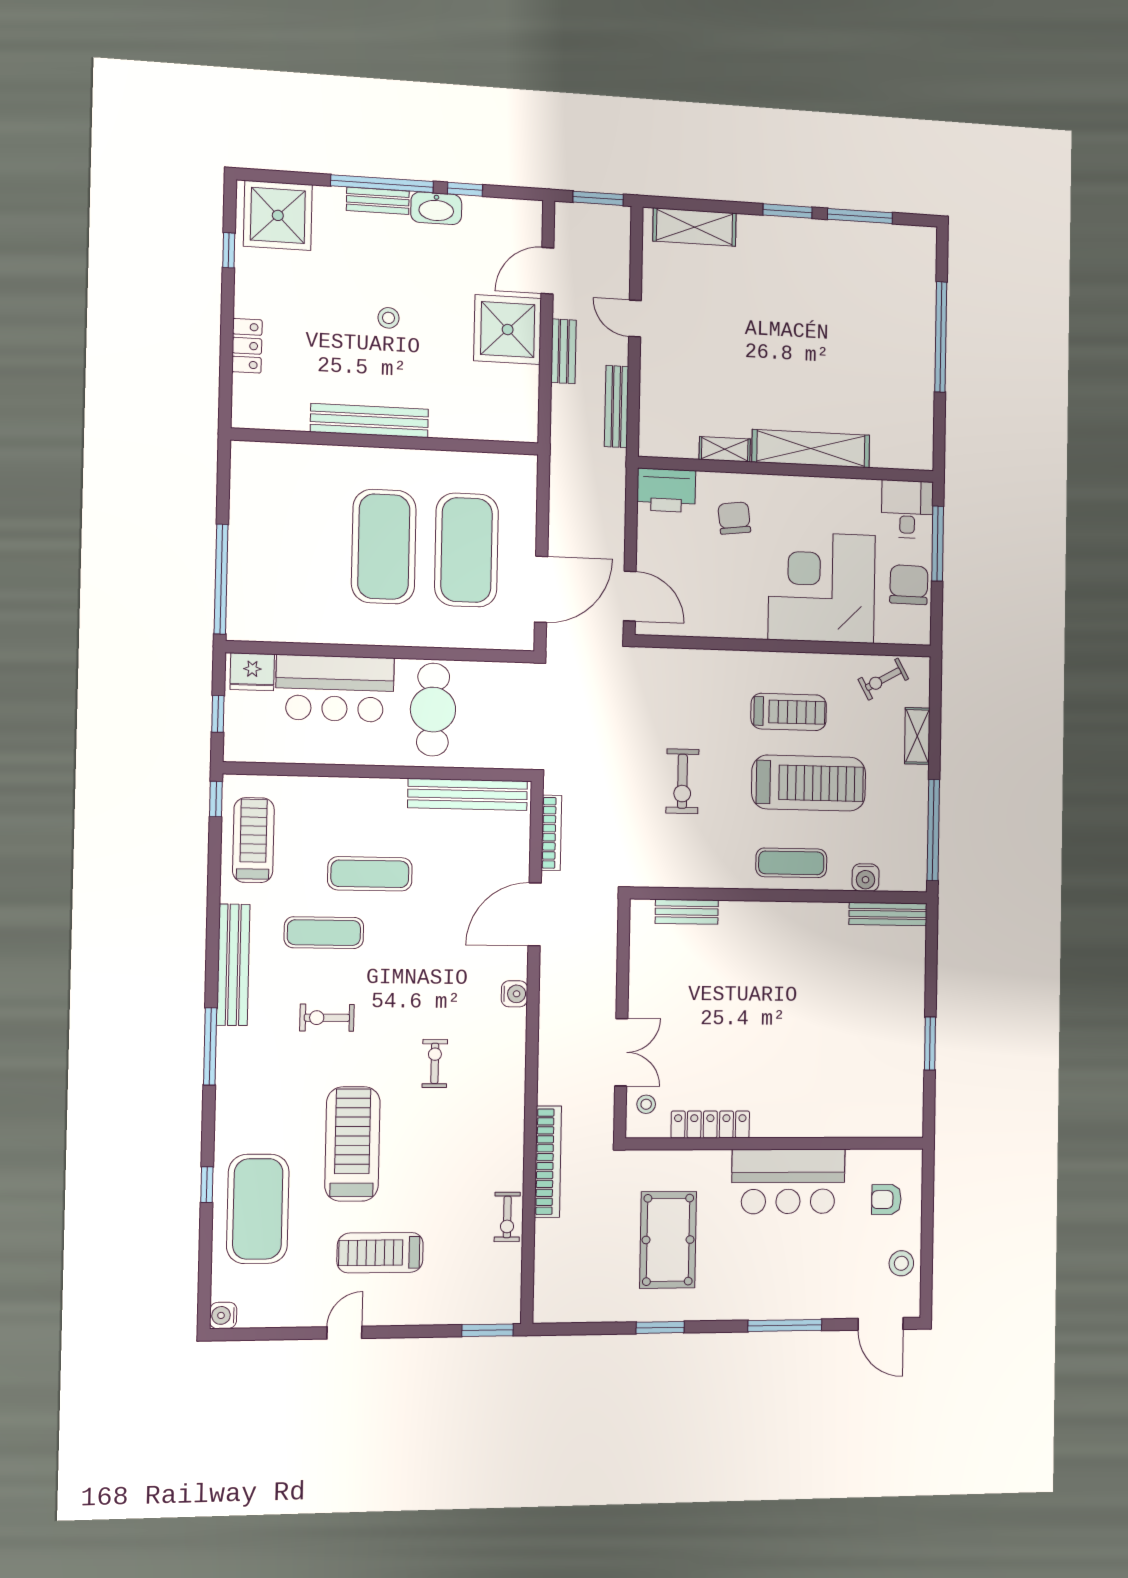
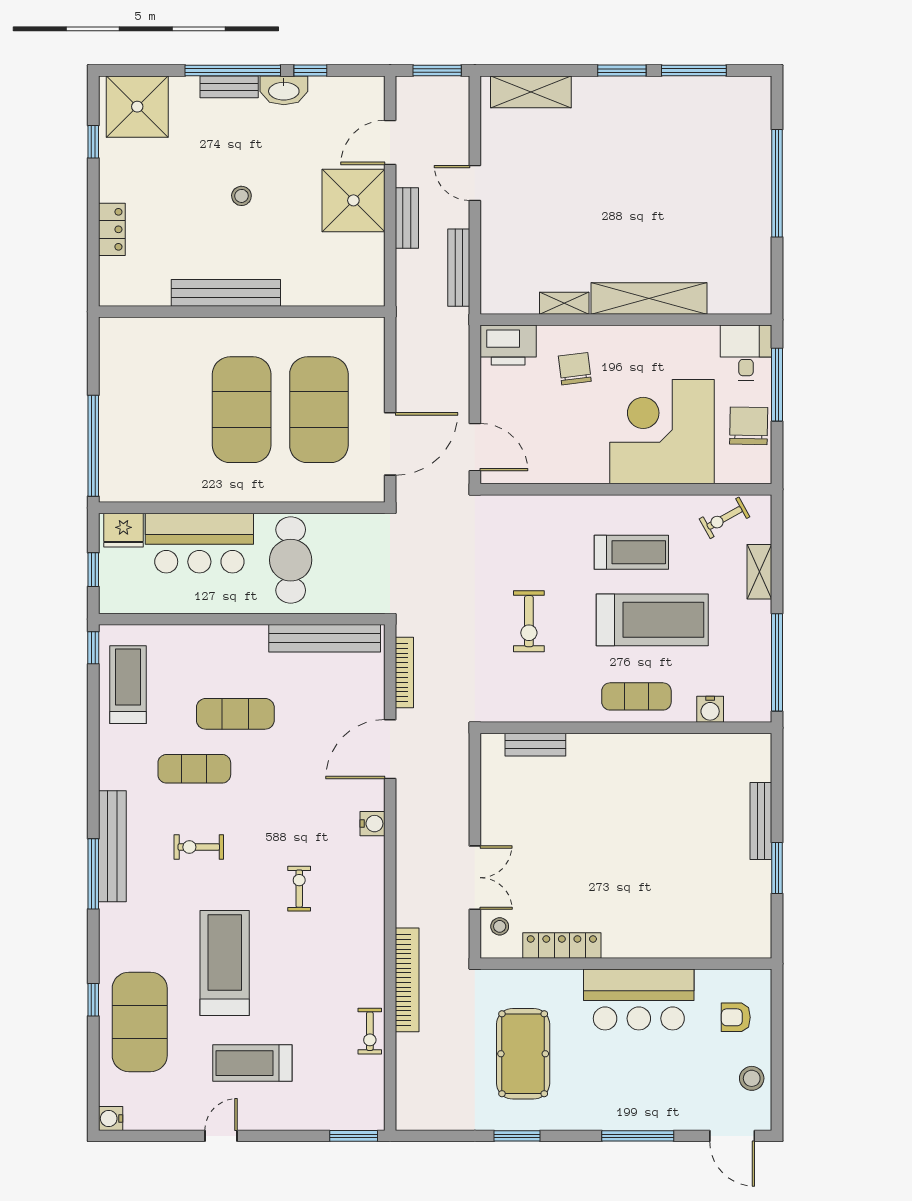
bench: (888, 914) -> (761, 821), moved, turned 90
bench: (233, 965) -> (112, 846), moved

